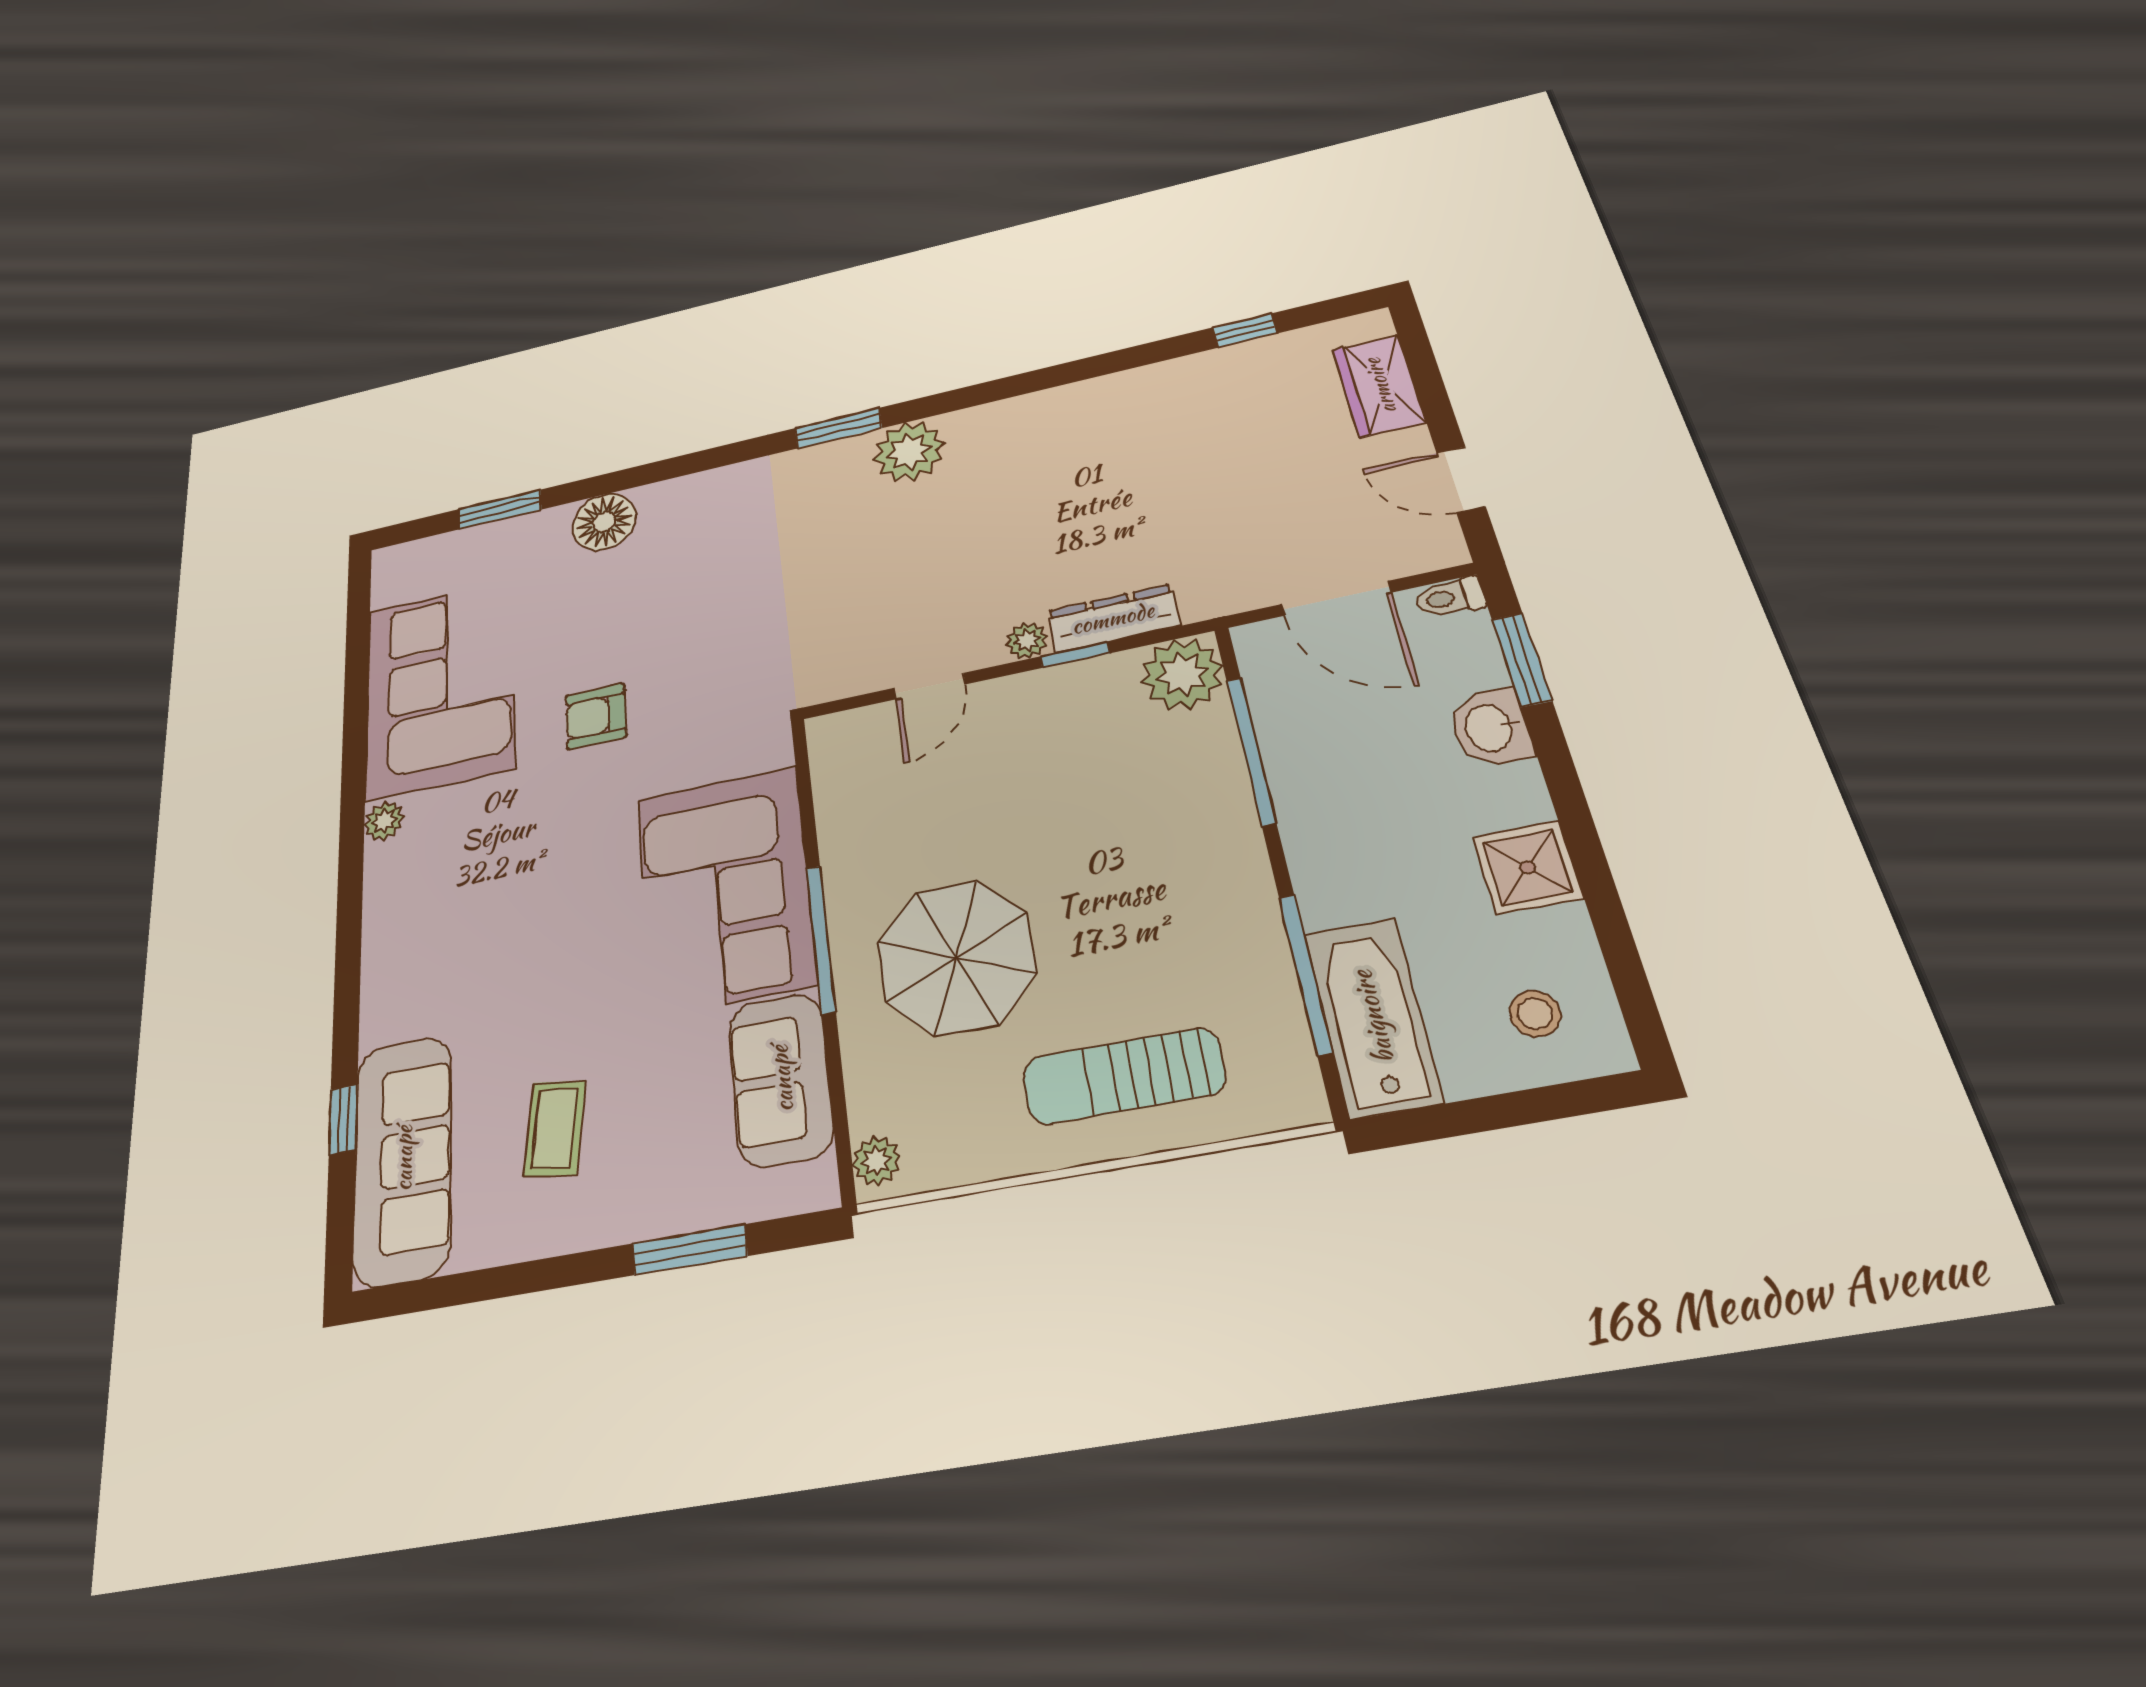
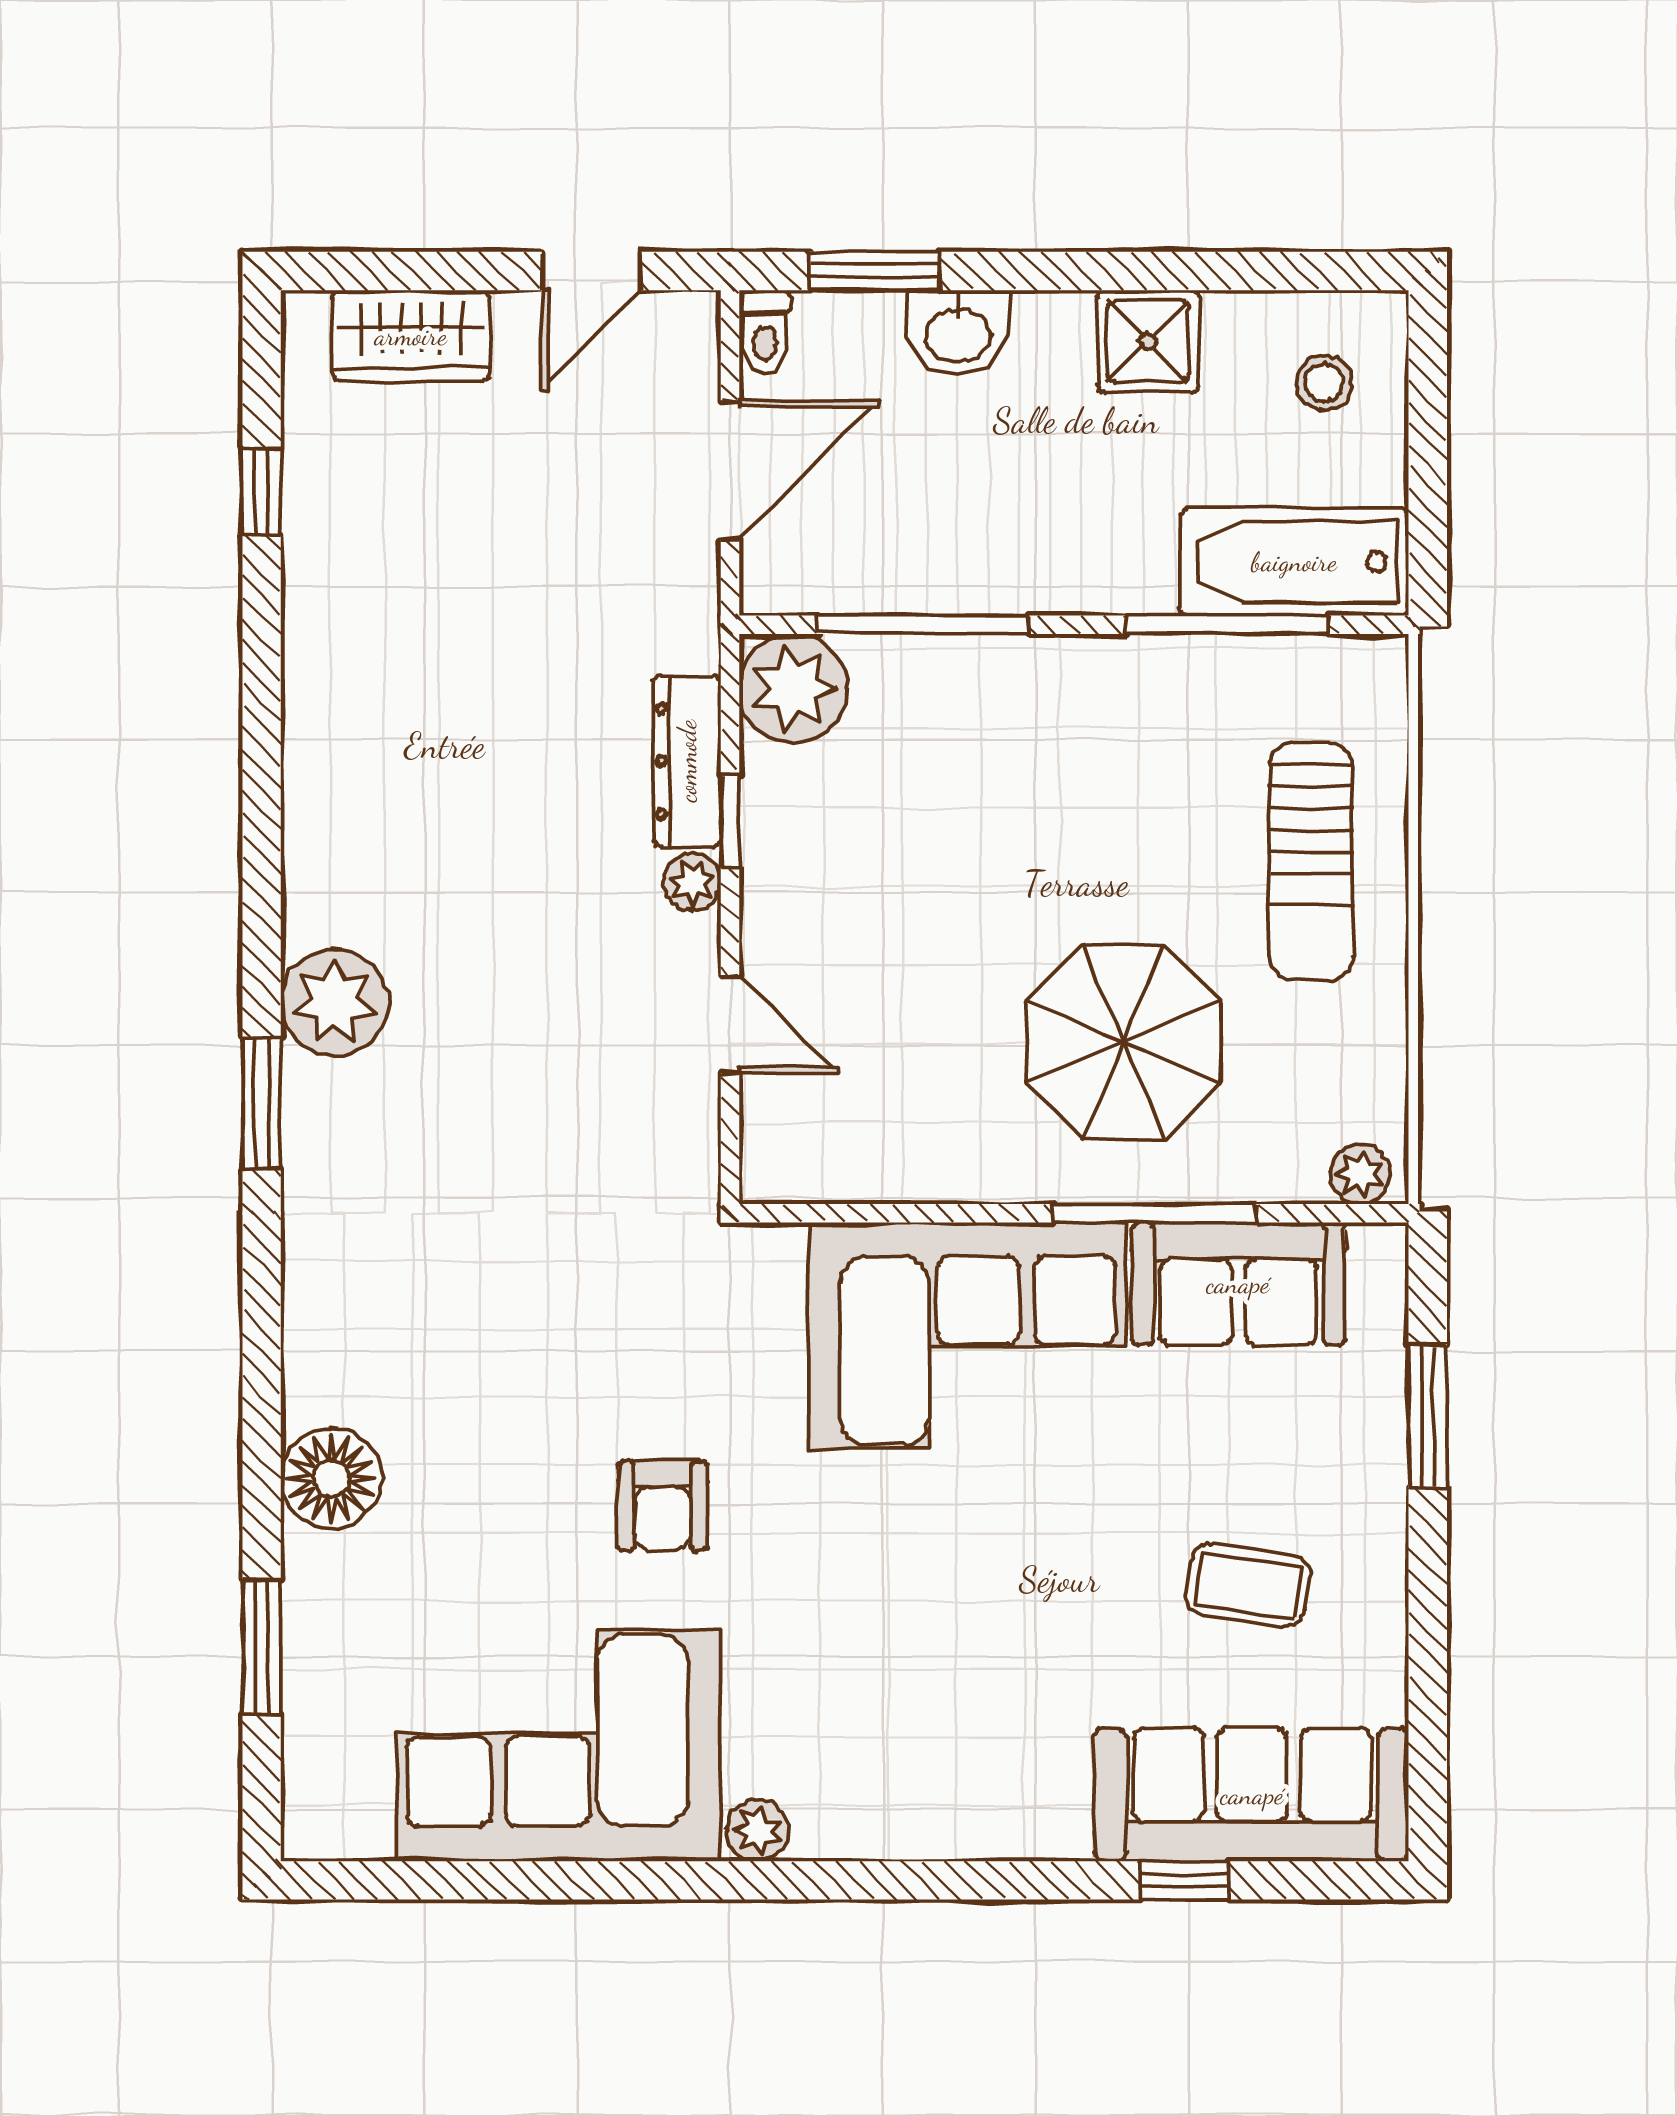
window: (821, 939) -> (1154, 1213), moved

